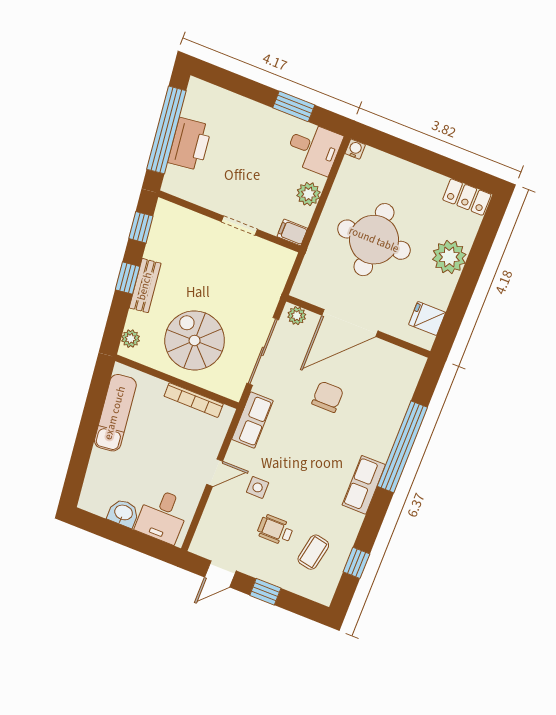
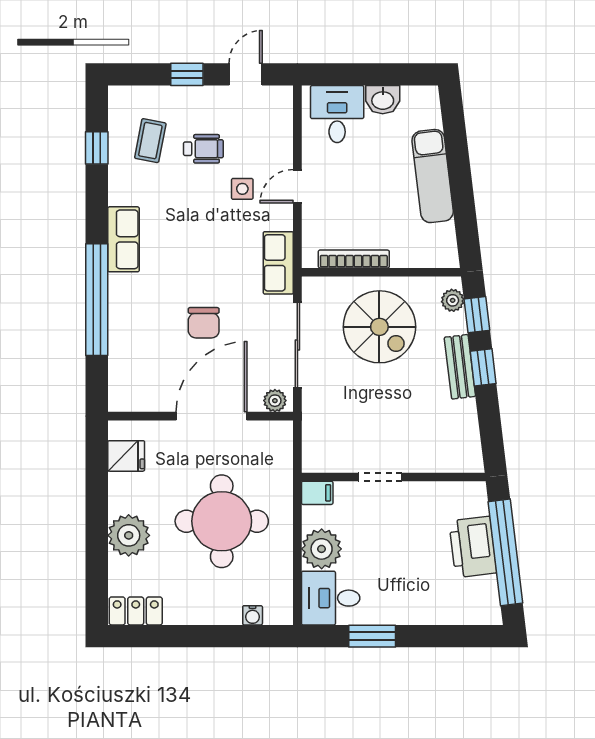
water cooler: (355, 149) -> (253, 615), moved
plant: (308, 194) -> (322, 549), width x1.36, depth x1.36
window: (141, 227) -> (477, 315), moved
exam couch: (115, 413) -> (433, 176), moved

